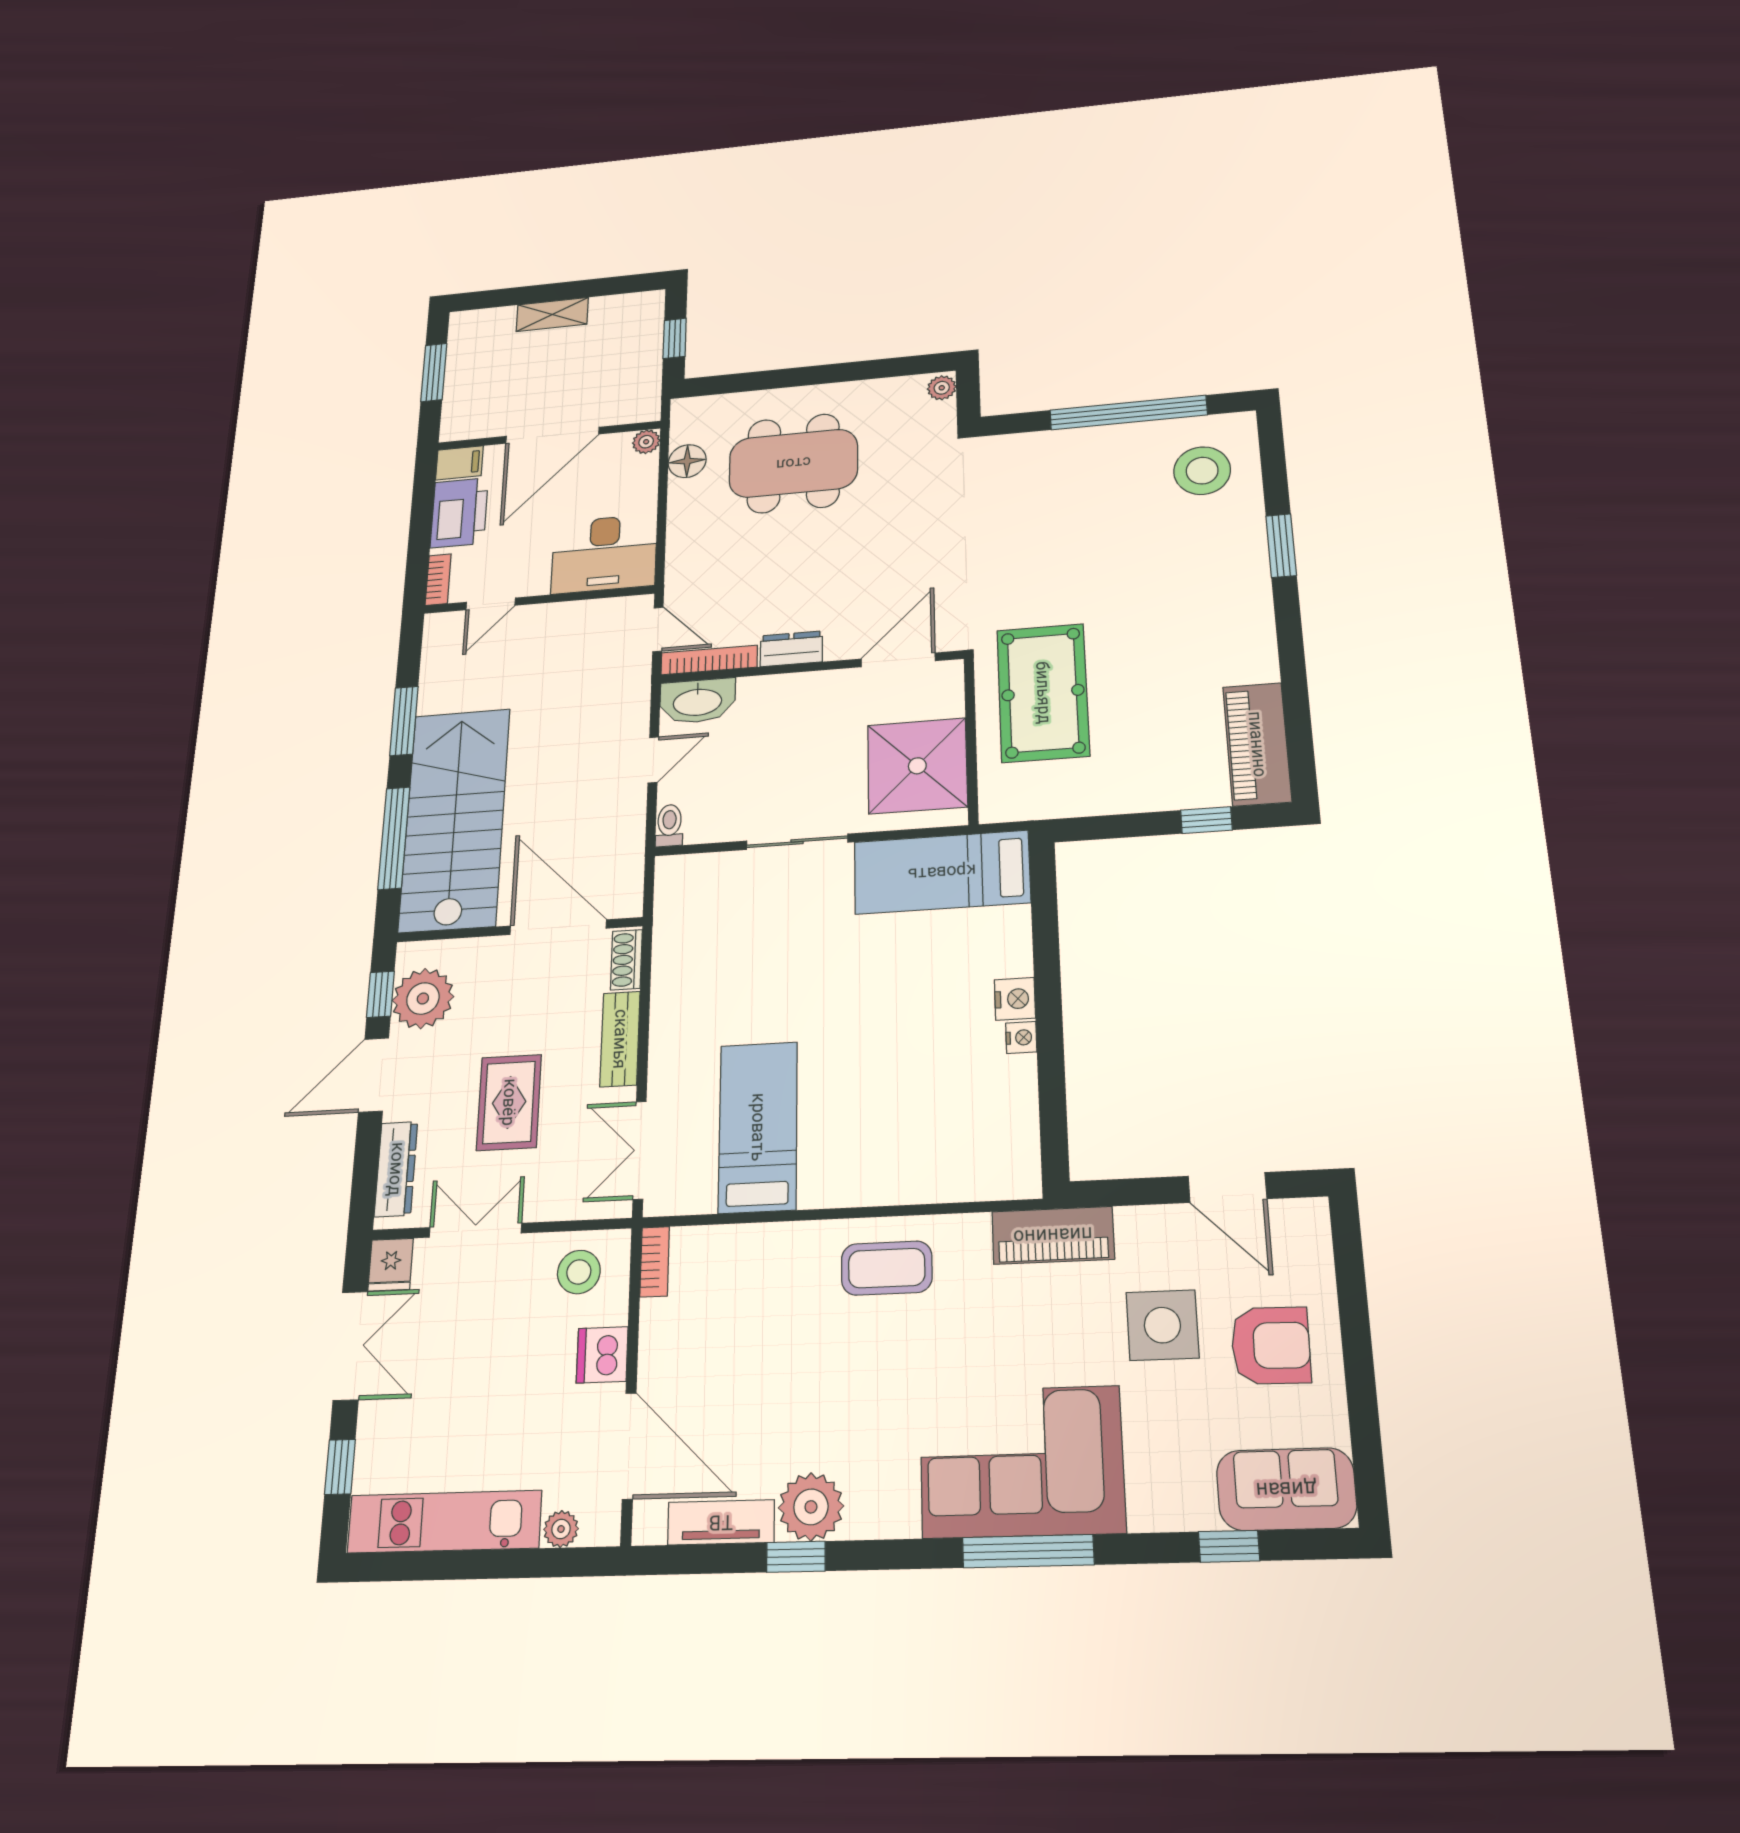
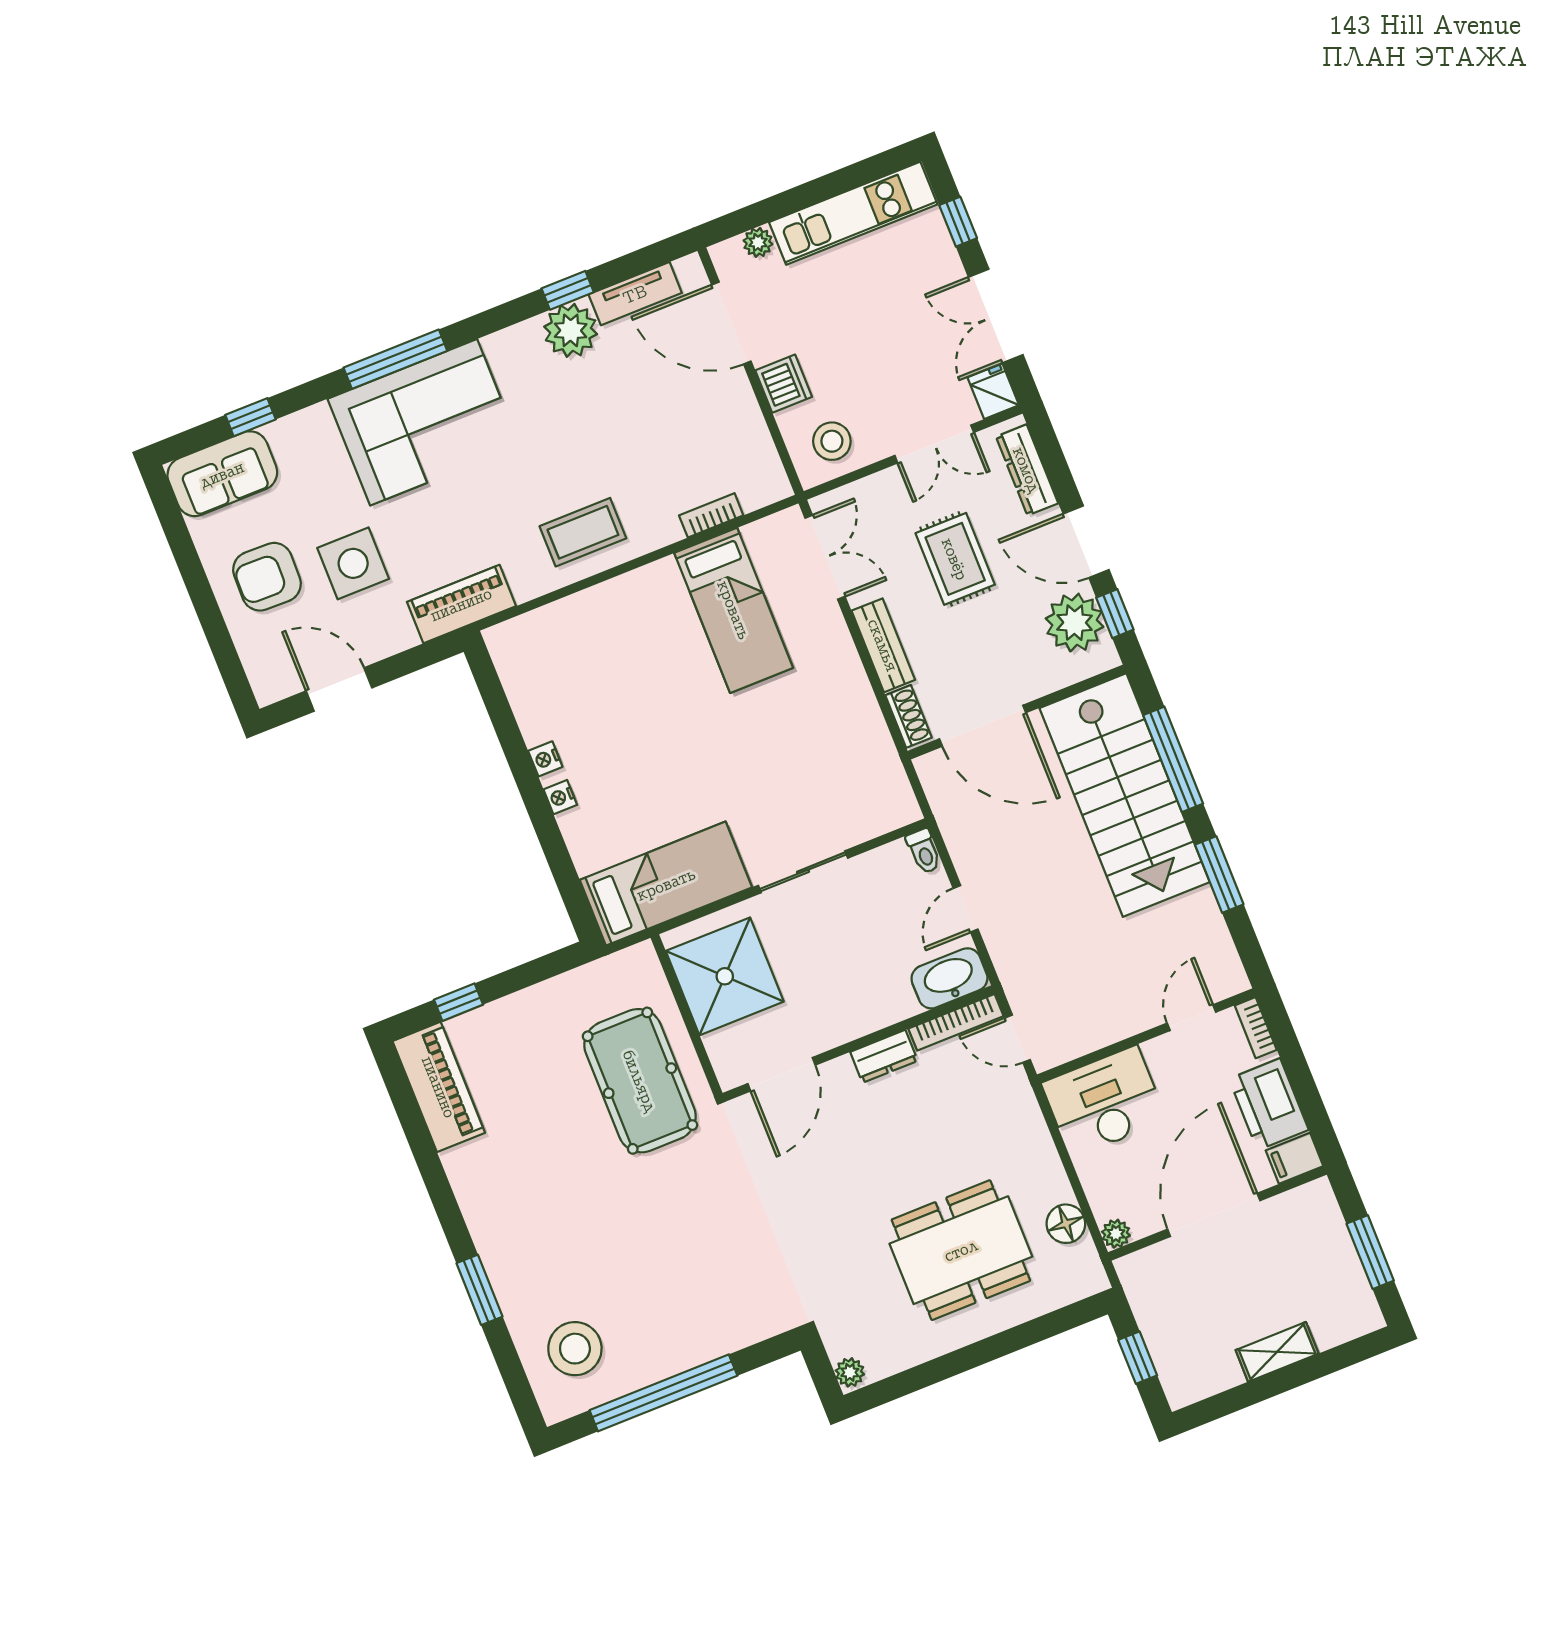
nightstand: (1015, 999) -> (560, 797), width x0.72, depth x0.74
door: (374, 1075) -> (1086, 542), swing flipped
bookcase: (655, 1262) -> (711, 515), moved, turned 90

